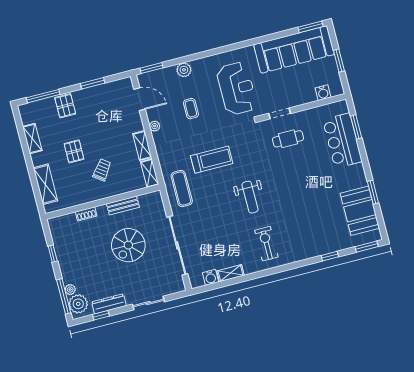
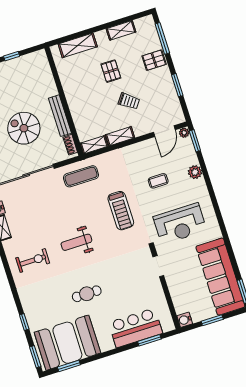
water cooler: (323, 93) -> (185, 320), moved
plant: (155, 126) -> (184, 133), moved
cafe table: (288, 139) -> (87, 294), moved, turned 90
pallet: (74, 151) -> (111, 71), turned 90
treadmill: (212, 160) -> (121, 211), moved
trolley: (102, 170) -> (129, 101), moved
window: (373, 192) -> (69, 366), moved
bench: (123, 205) -> (60, 116), width x1.36
booth: (360, 211) -> (67, 343), width x1.36, depth x1.42
shoe rack: (86, 214) -> (70, 145), moved

